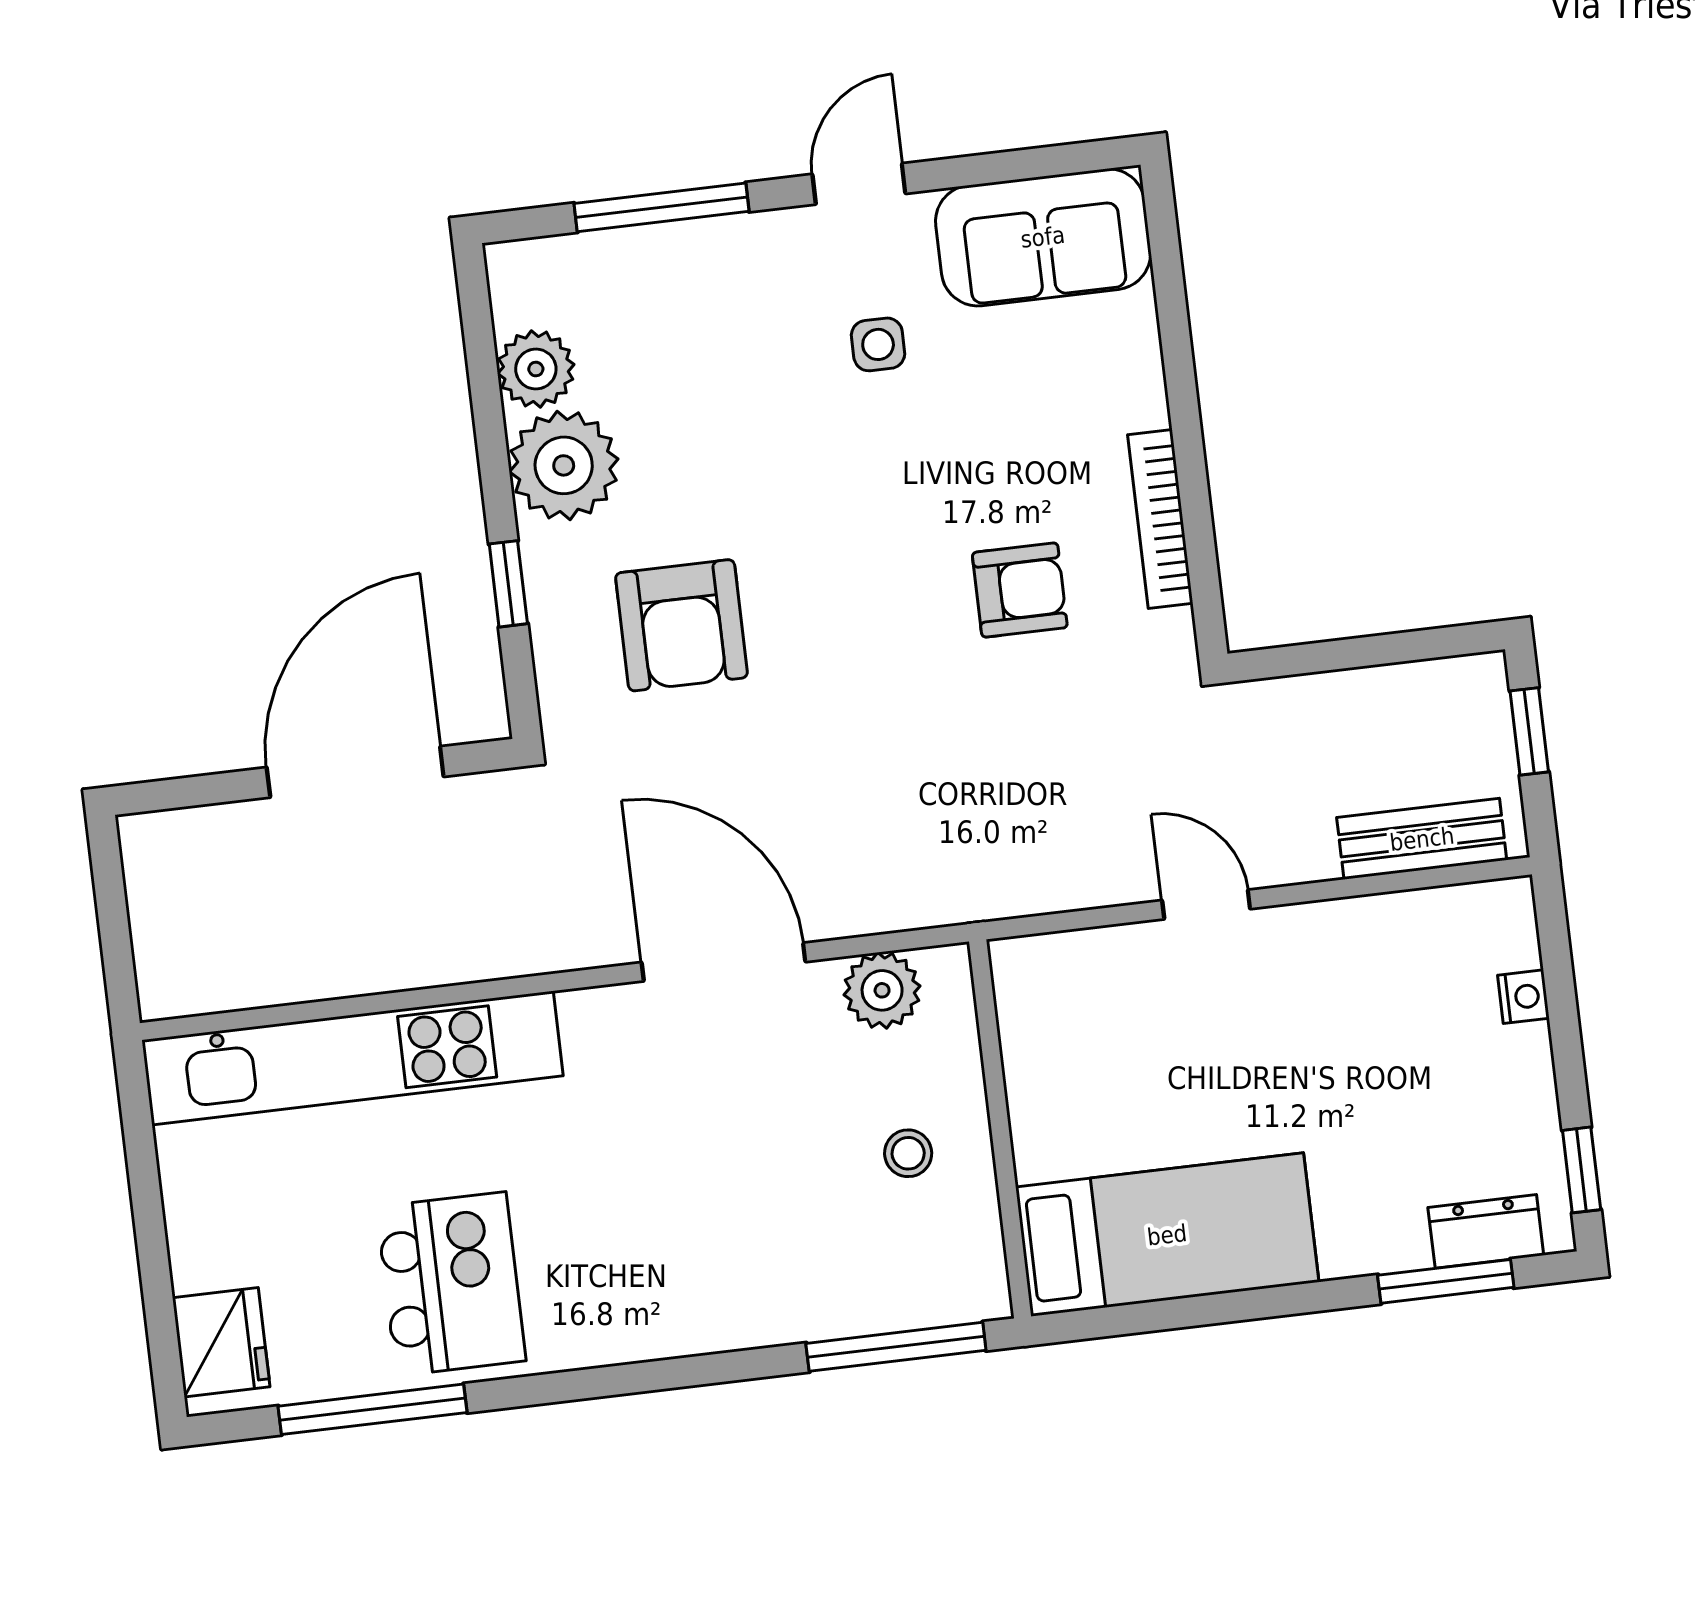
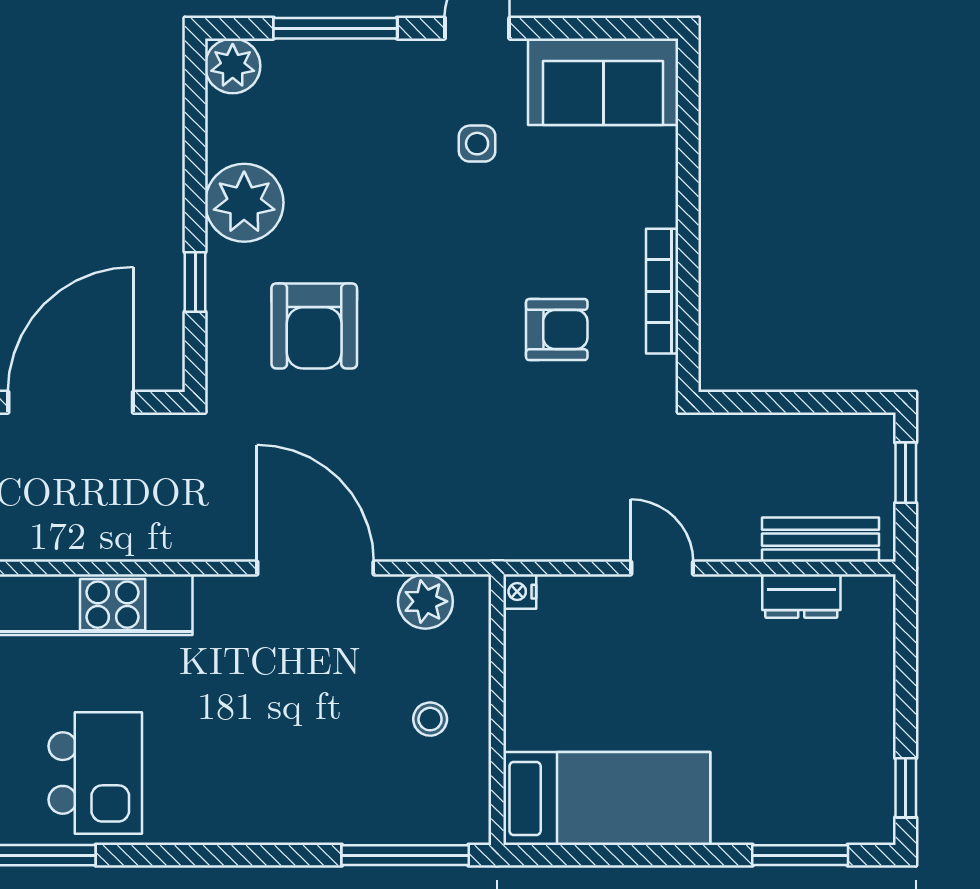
plant: (536, 369) -> (233, 66), moved
nightstand: (1523, 997) -> (520, 592), moved, turned 180
dresser: (1486, 1231) -> (801, 596), moved, turned 180

